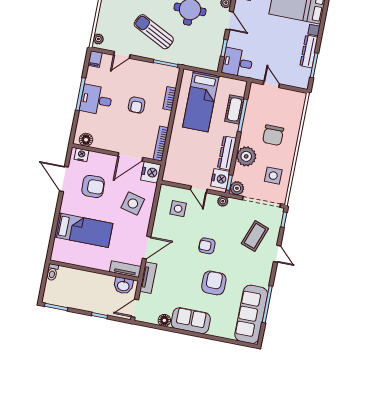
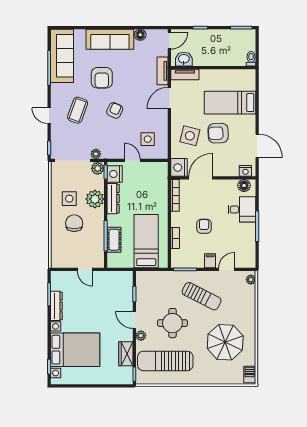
filing cabinet: (95, 59) -> (210, 261), moved
desk: (237, 63) -> (120, 283), removed
desk: (96, 100) -> (242, 209), moved
side table: (273, 176) -> (69, 199), moved
armchair: (93, 186) -> (218, 133), moved
plant: (223, 201) -> (96, 154), moved
coffee table: (255, 236) -> (78, 110), moved
armchair: (207, 246) -> (115, 110), turned -65
sofa: (191, 321) -> (110, 39), width x1.36

